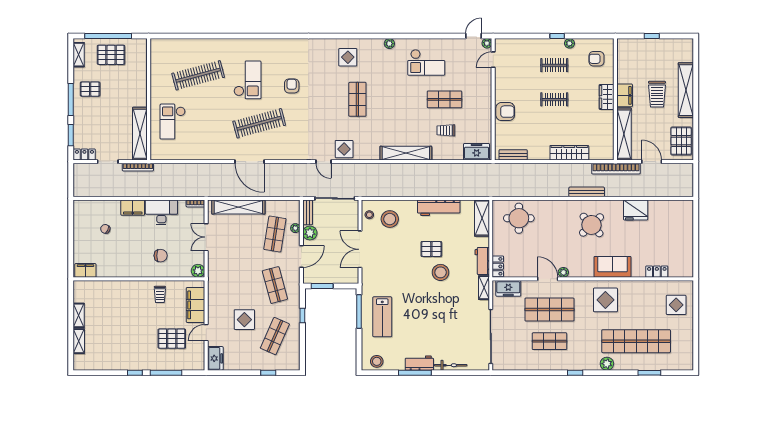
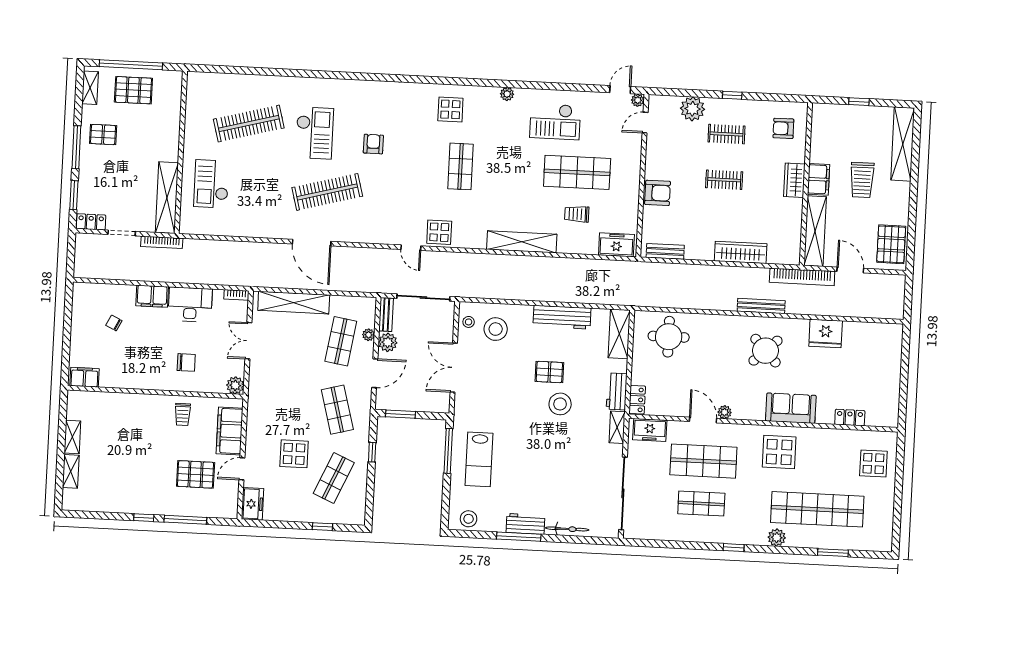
plant: (570, 43) -> (693, 109), moved, width x1.88, depth x1.88
shelving: (686, 90) -> (903, 144), moved
shop shelf: (444, 99) -> (577, 172), width x1.43, depth x1.36

